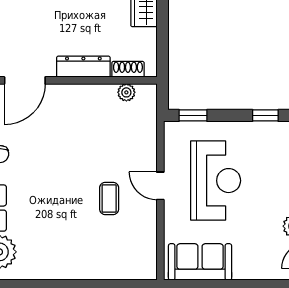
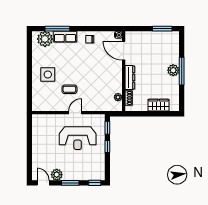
window: (265, 115) -> (107, 147), moved
side table: (77, 246) -> (48, 75), added
sofa: (200, 262) -> (40, 131), removed

